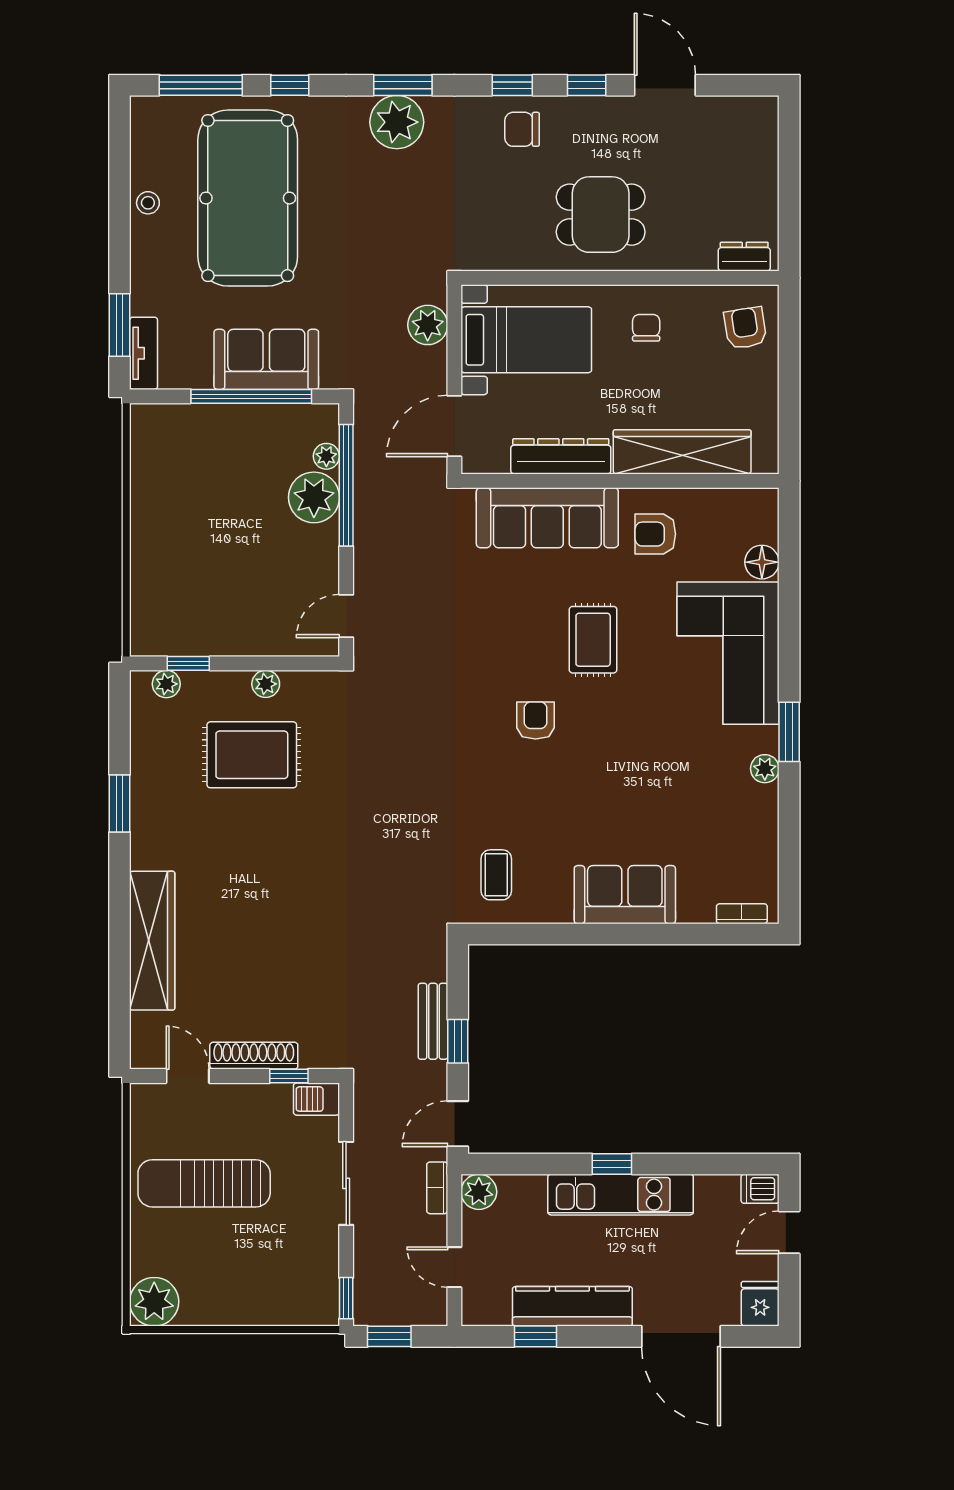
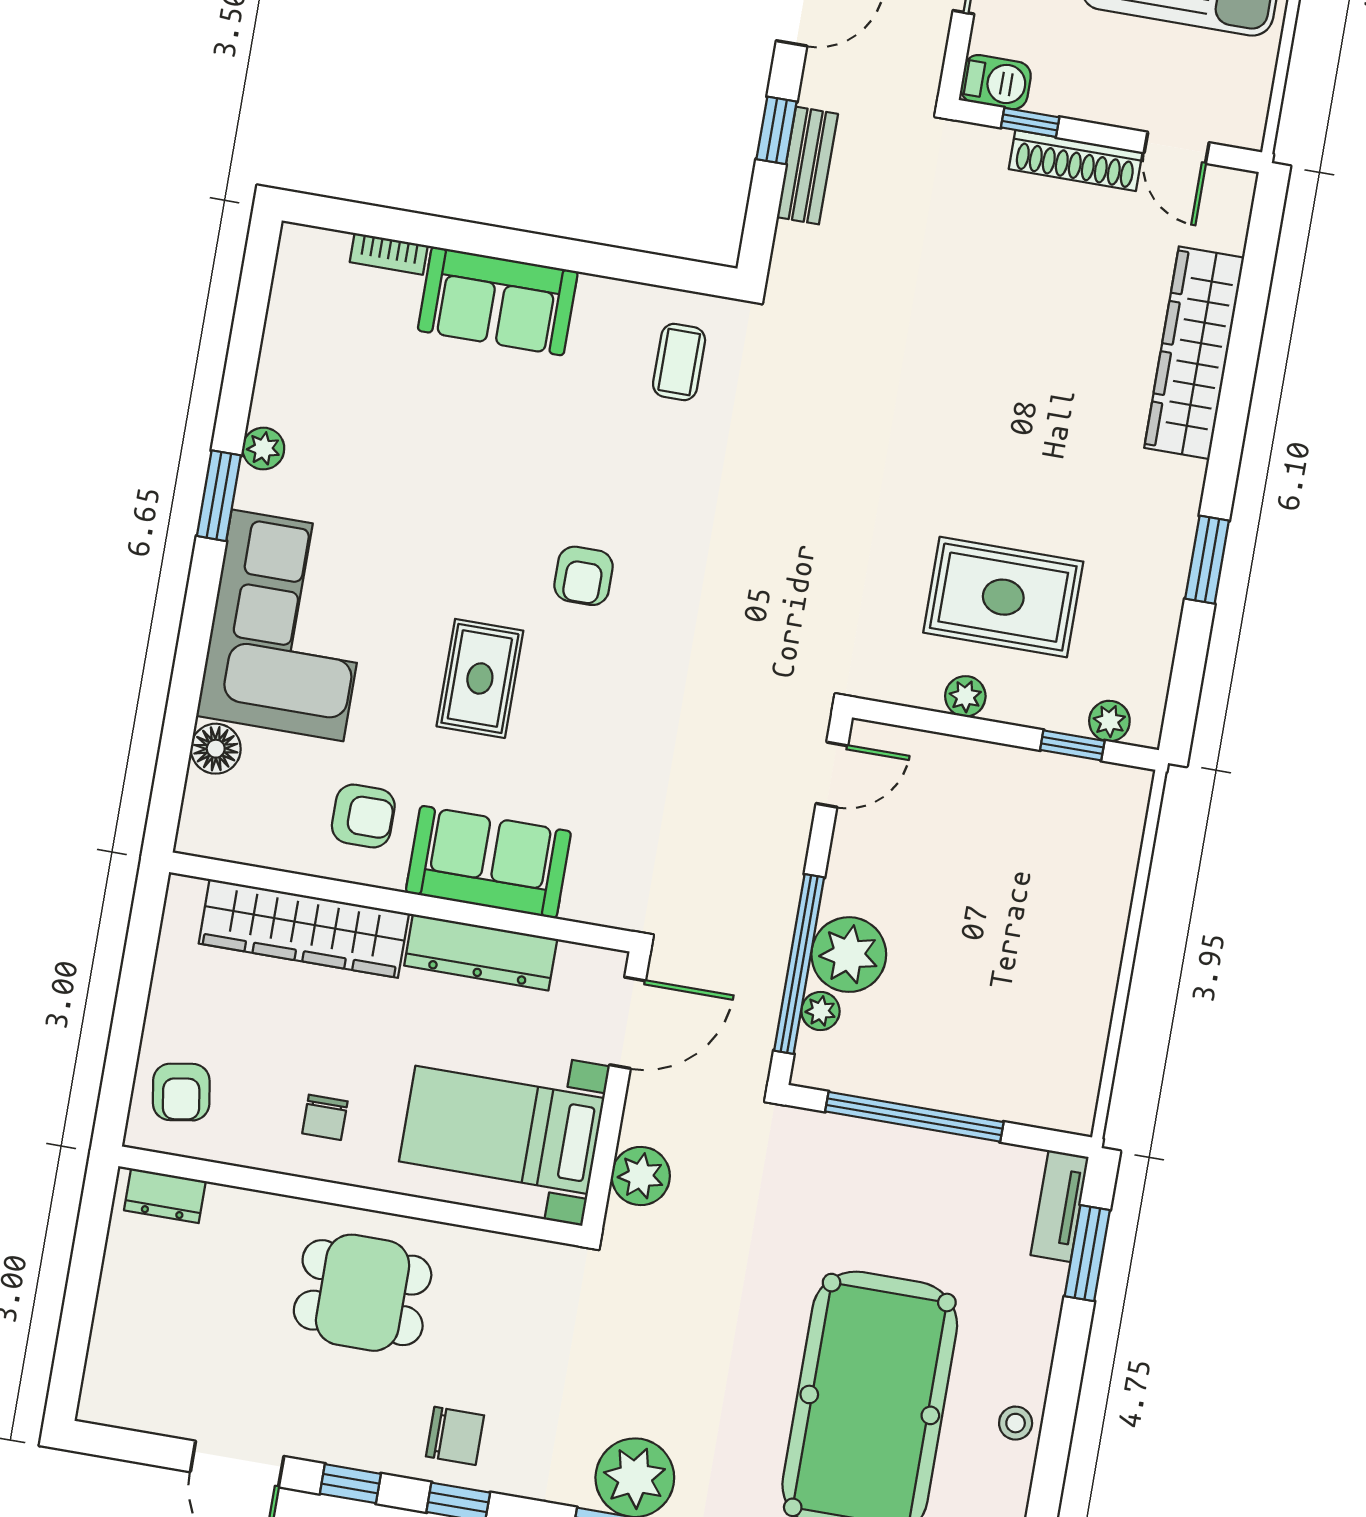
sofa: (266, 359) -> (883, 1166), removed
sofa: (547, 518) -> (488, 862), width x0.73
bookcase: (742, 914) -> (389, 254), moved

